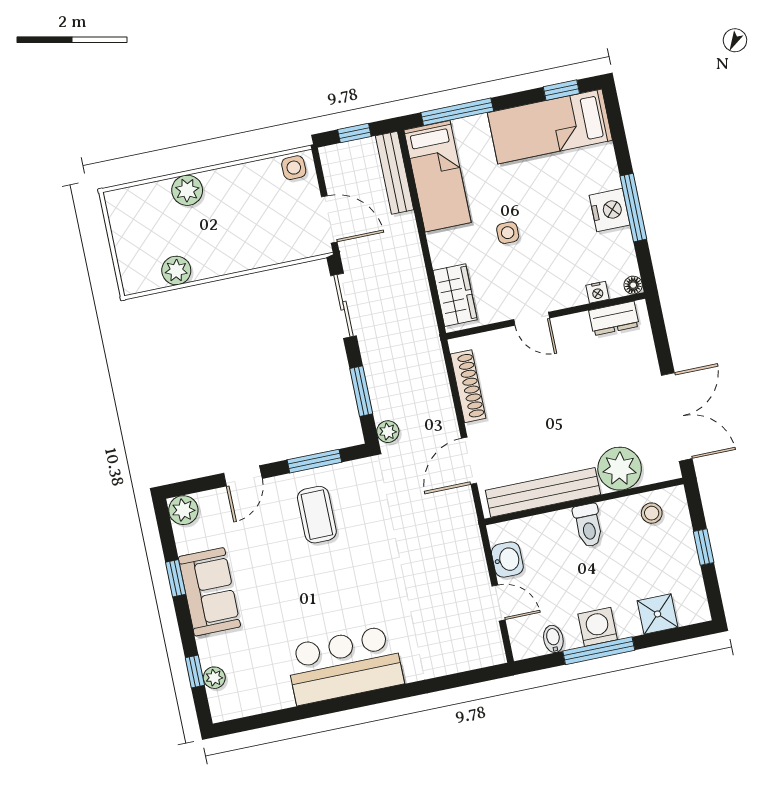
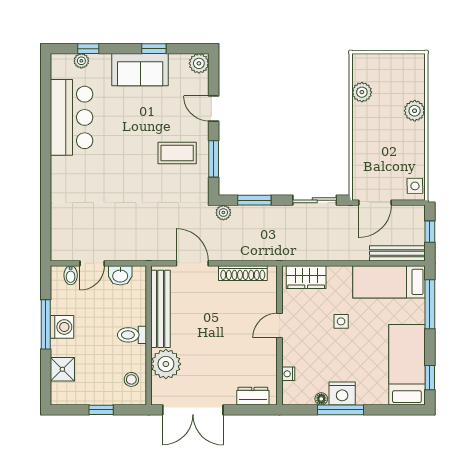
floor lamp: (633, 285) -> (321, 399), moved
dresser: (614, 318) -> (253, 396), moved, turned 90
bidet: (553, 639) -> (71, 275), moved, turned 90
bar counter: (345, 665) -> (72, 117), moved

